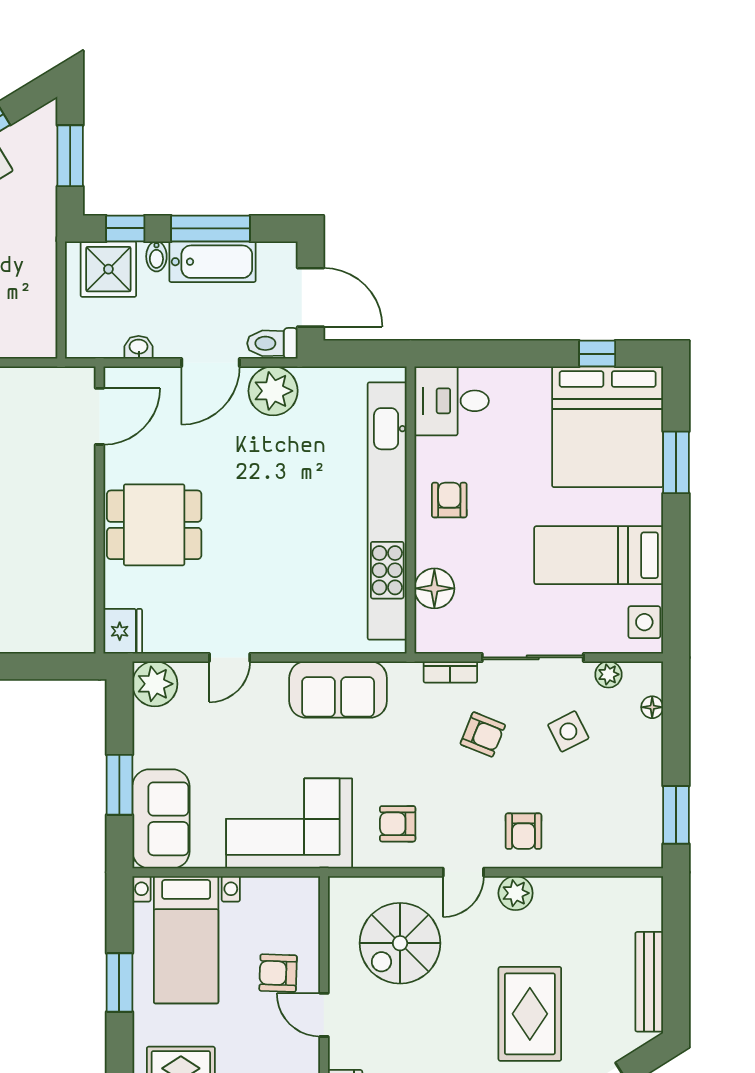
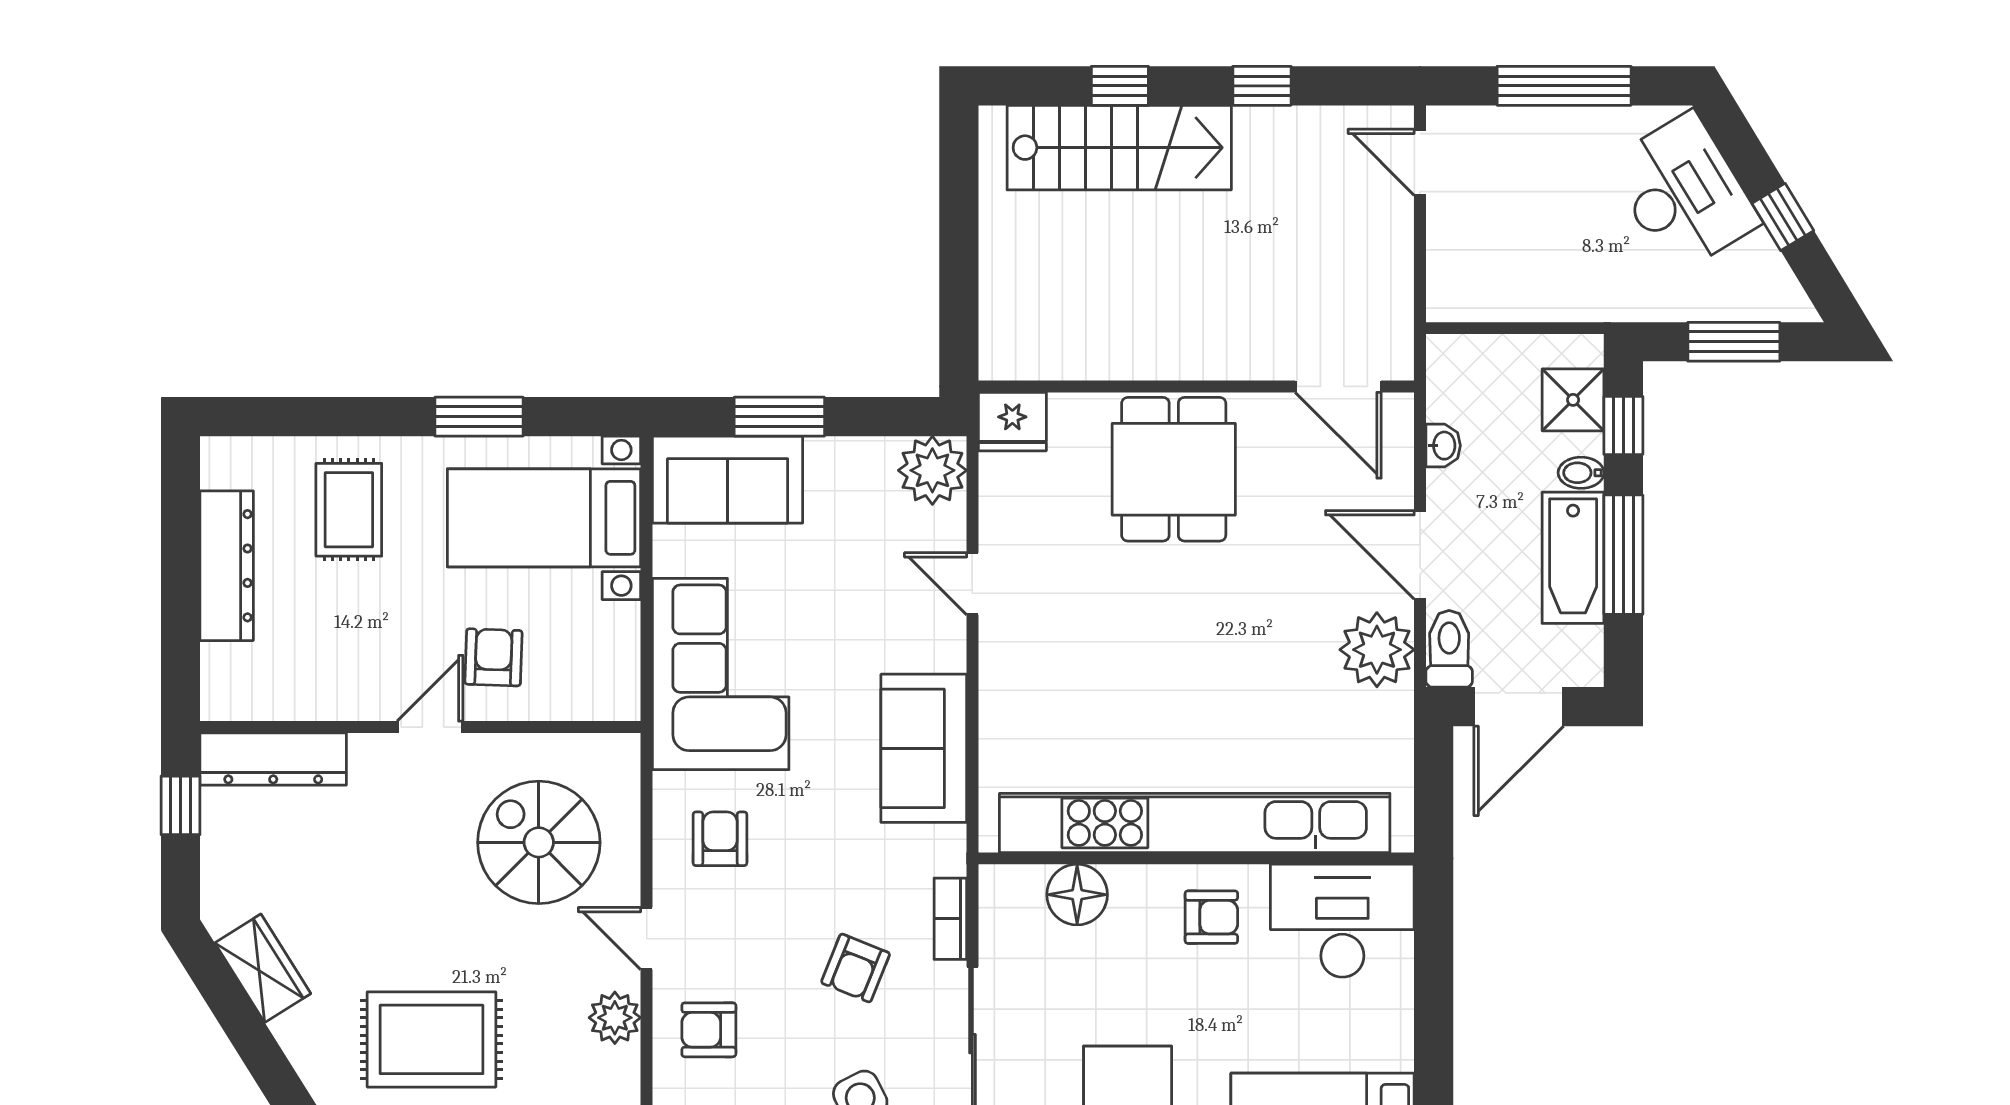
shower: (108, 269) -> (1573, 400), width x0.73, depth x0.73
desk: (452, 401) -> (1342, 921), width x1.37

